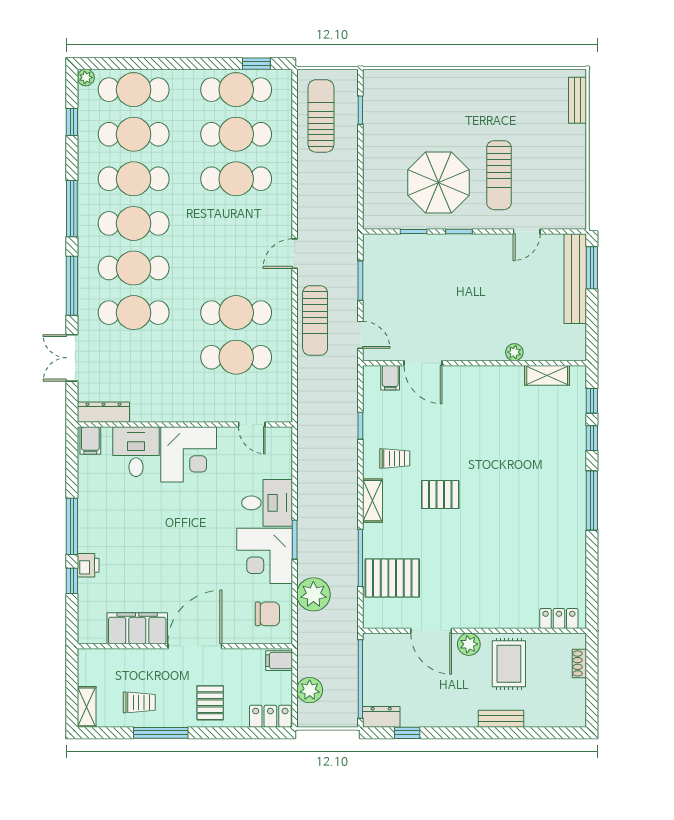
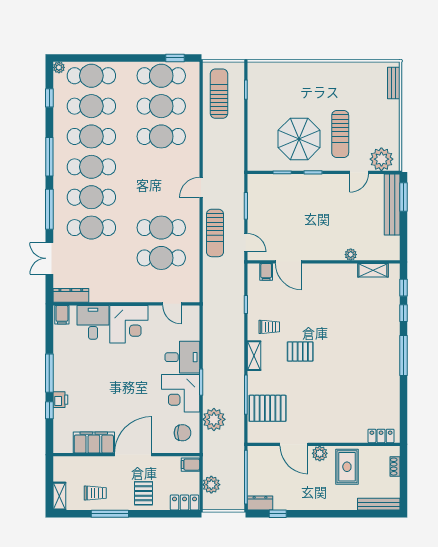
plant: (560, 212) -> (381, 159), added
bench: (501, 719) -> (379, 504), moved, width x1.36

